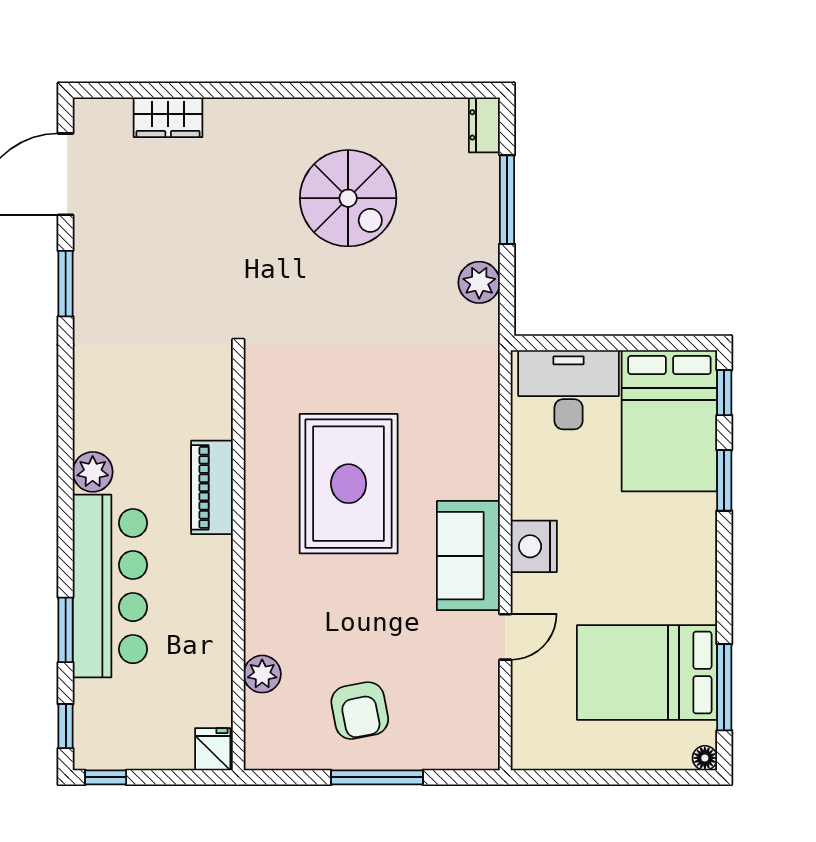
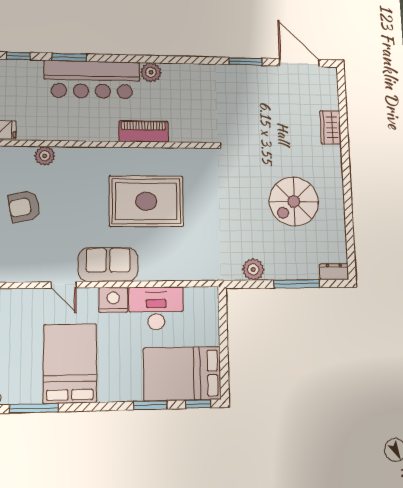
wardrobe: (168, 117) -> (330, 127), moved
desk: (569, 390) -> (156, 308), moved, turned -90
bed: (647, 672) -> (70, 363), moved

